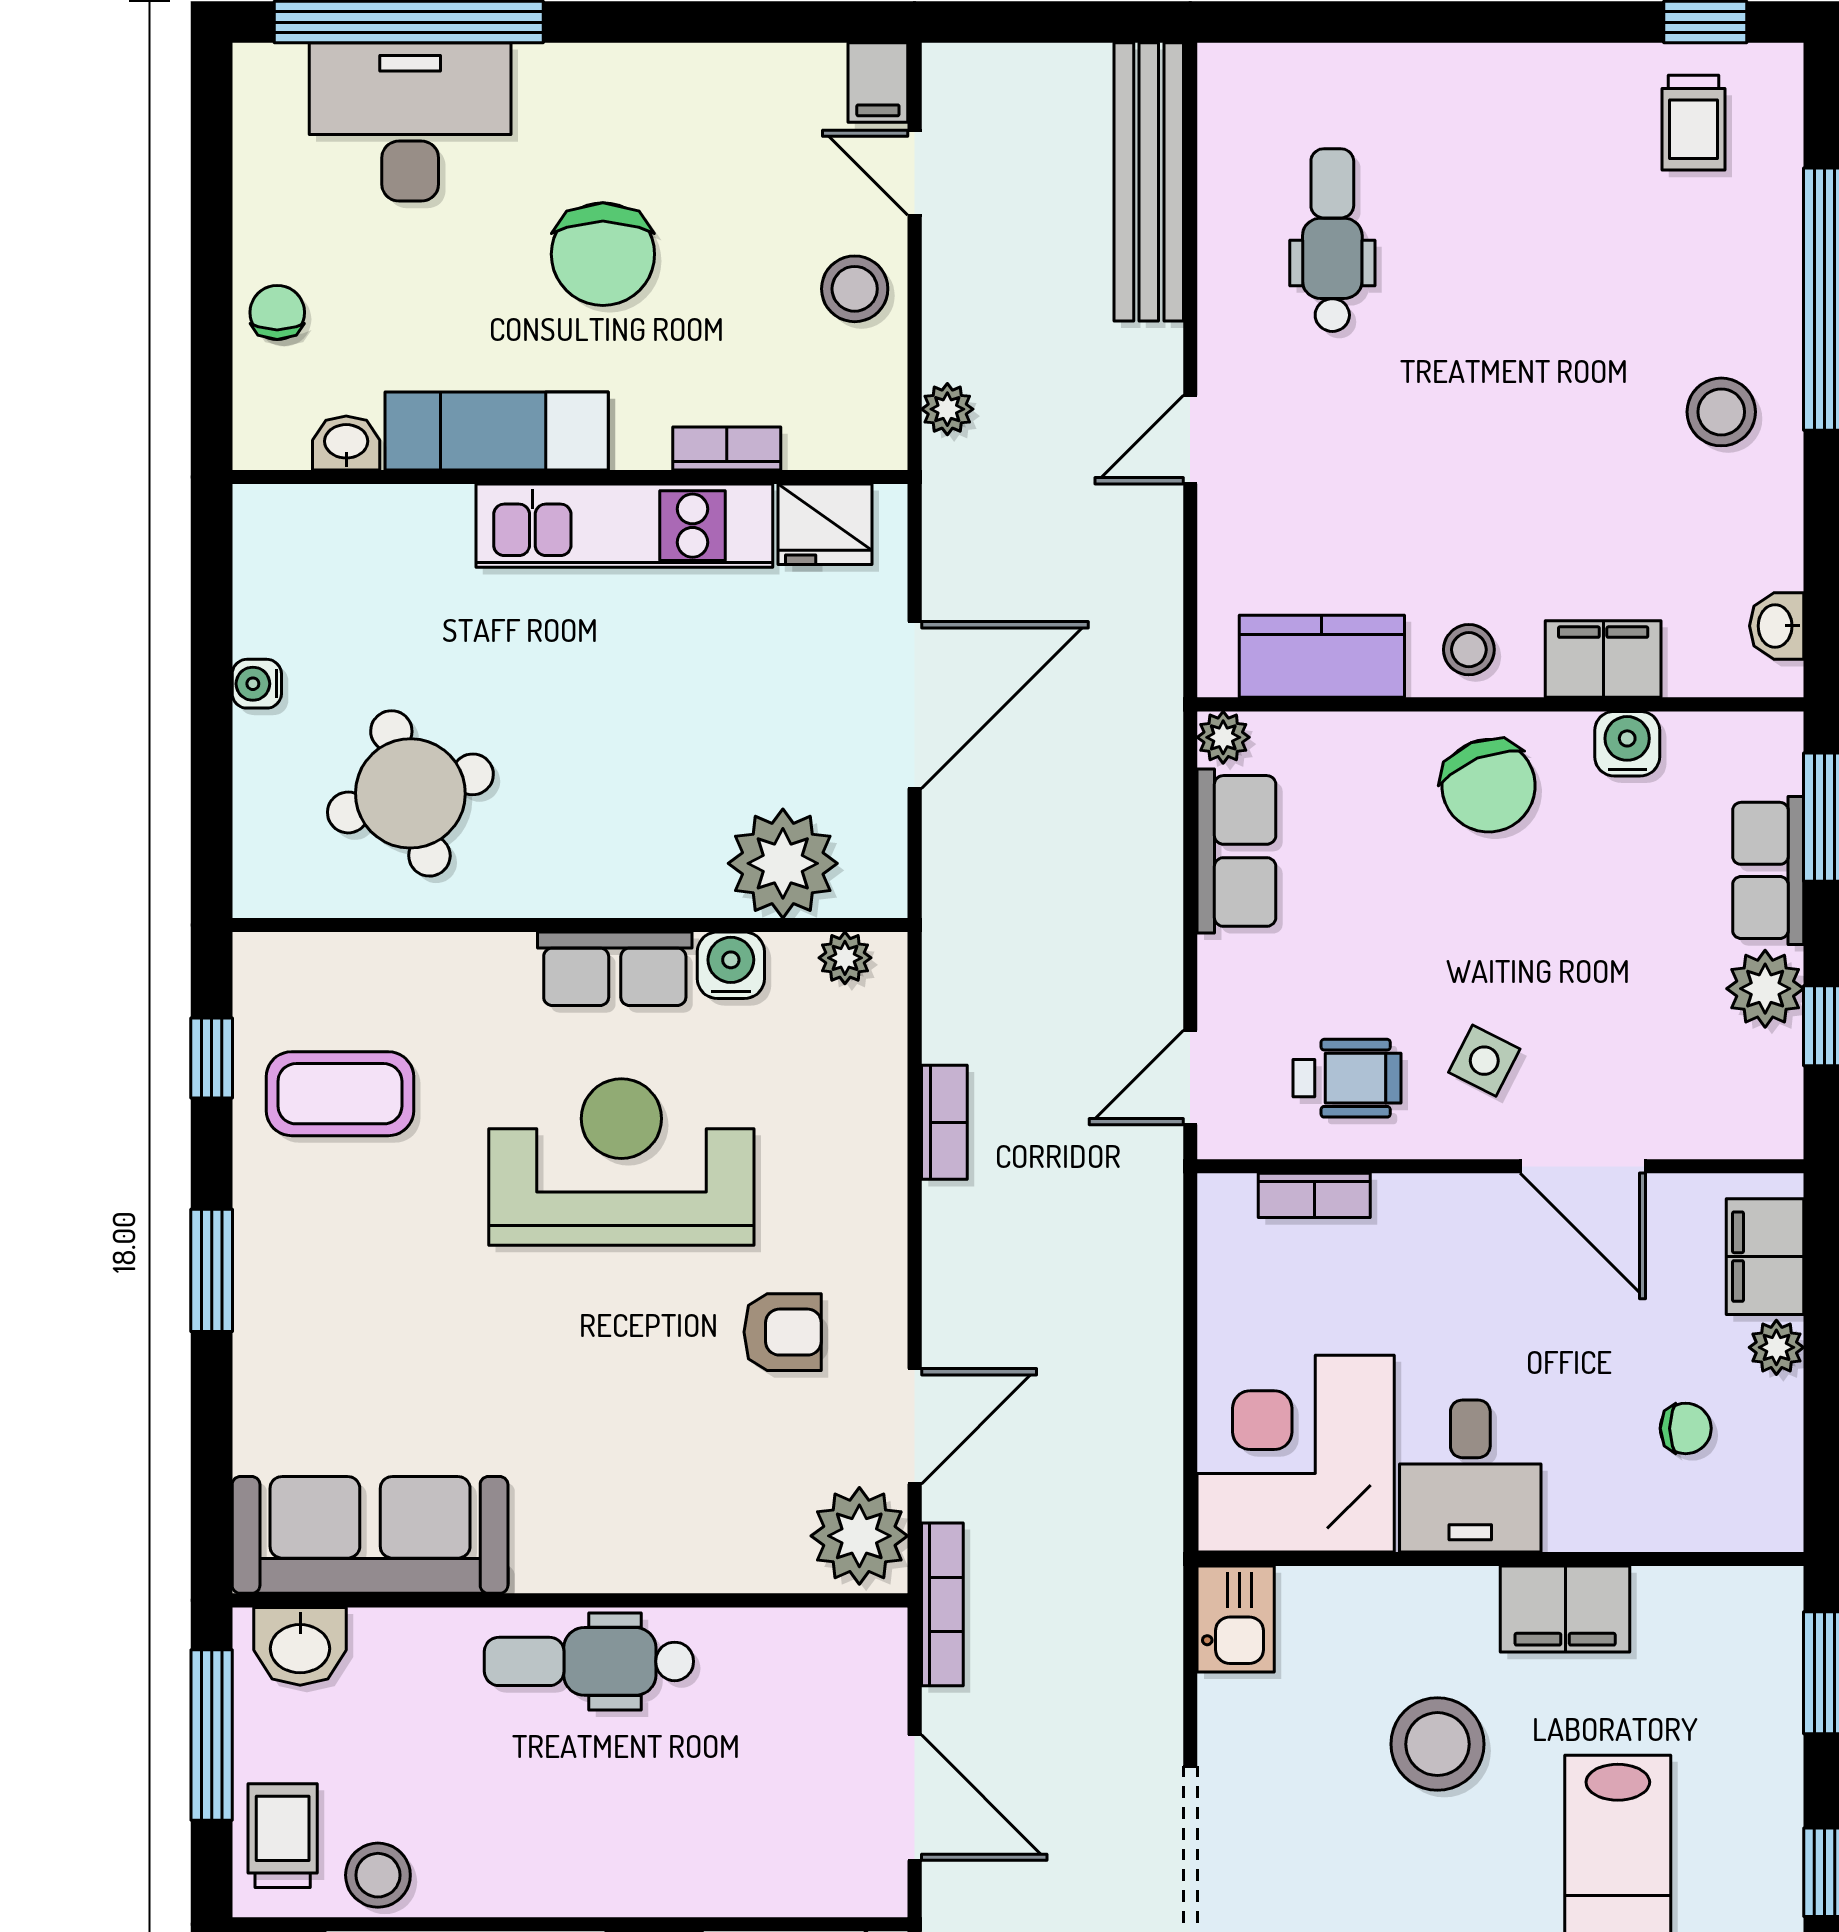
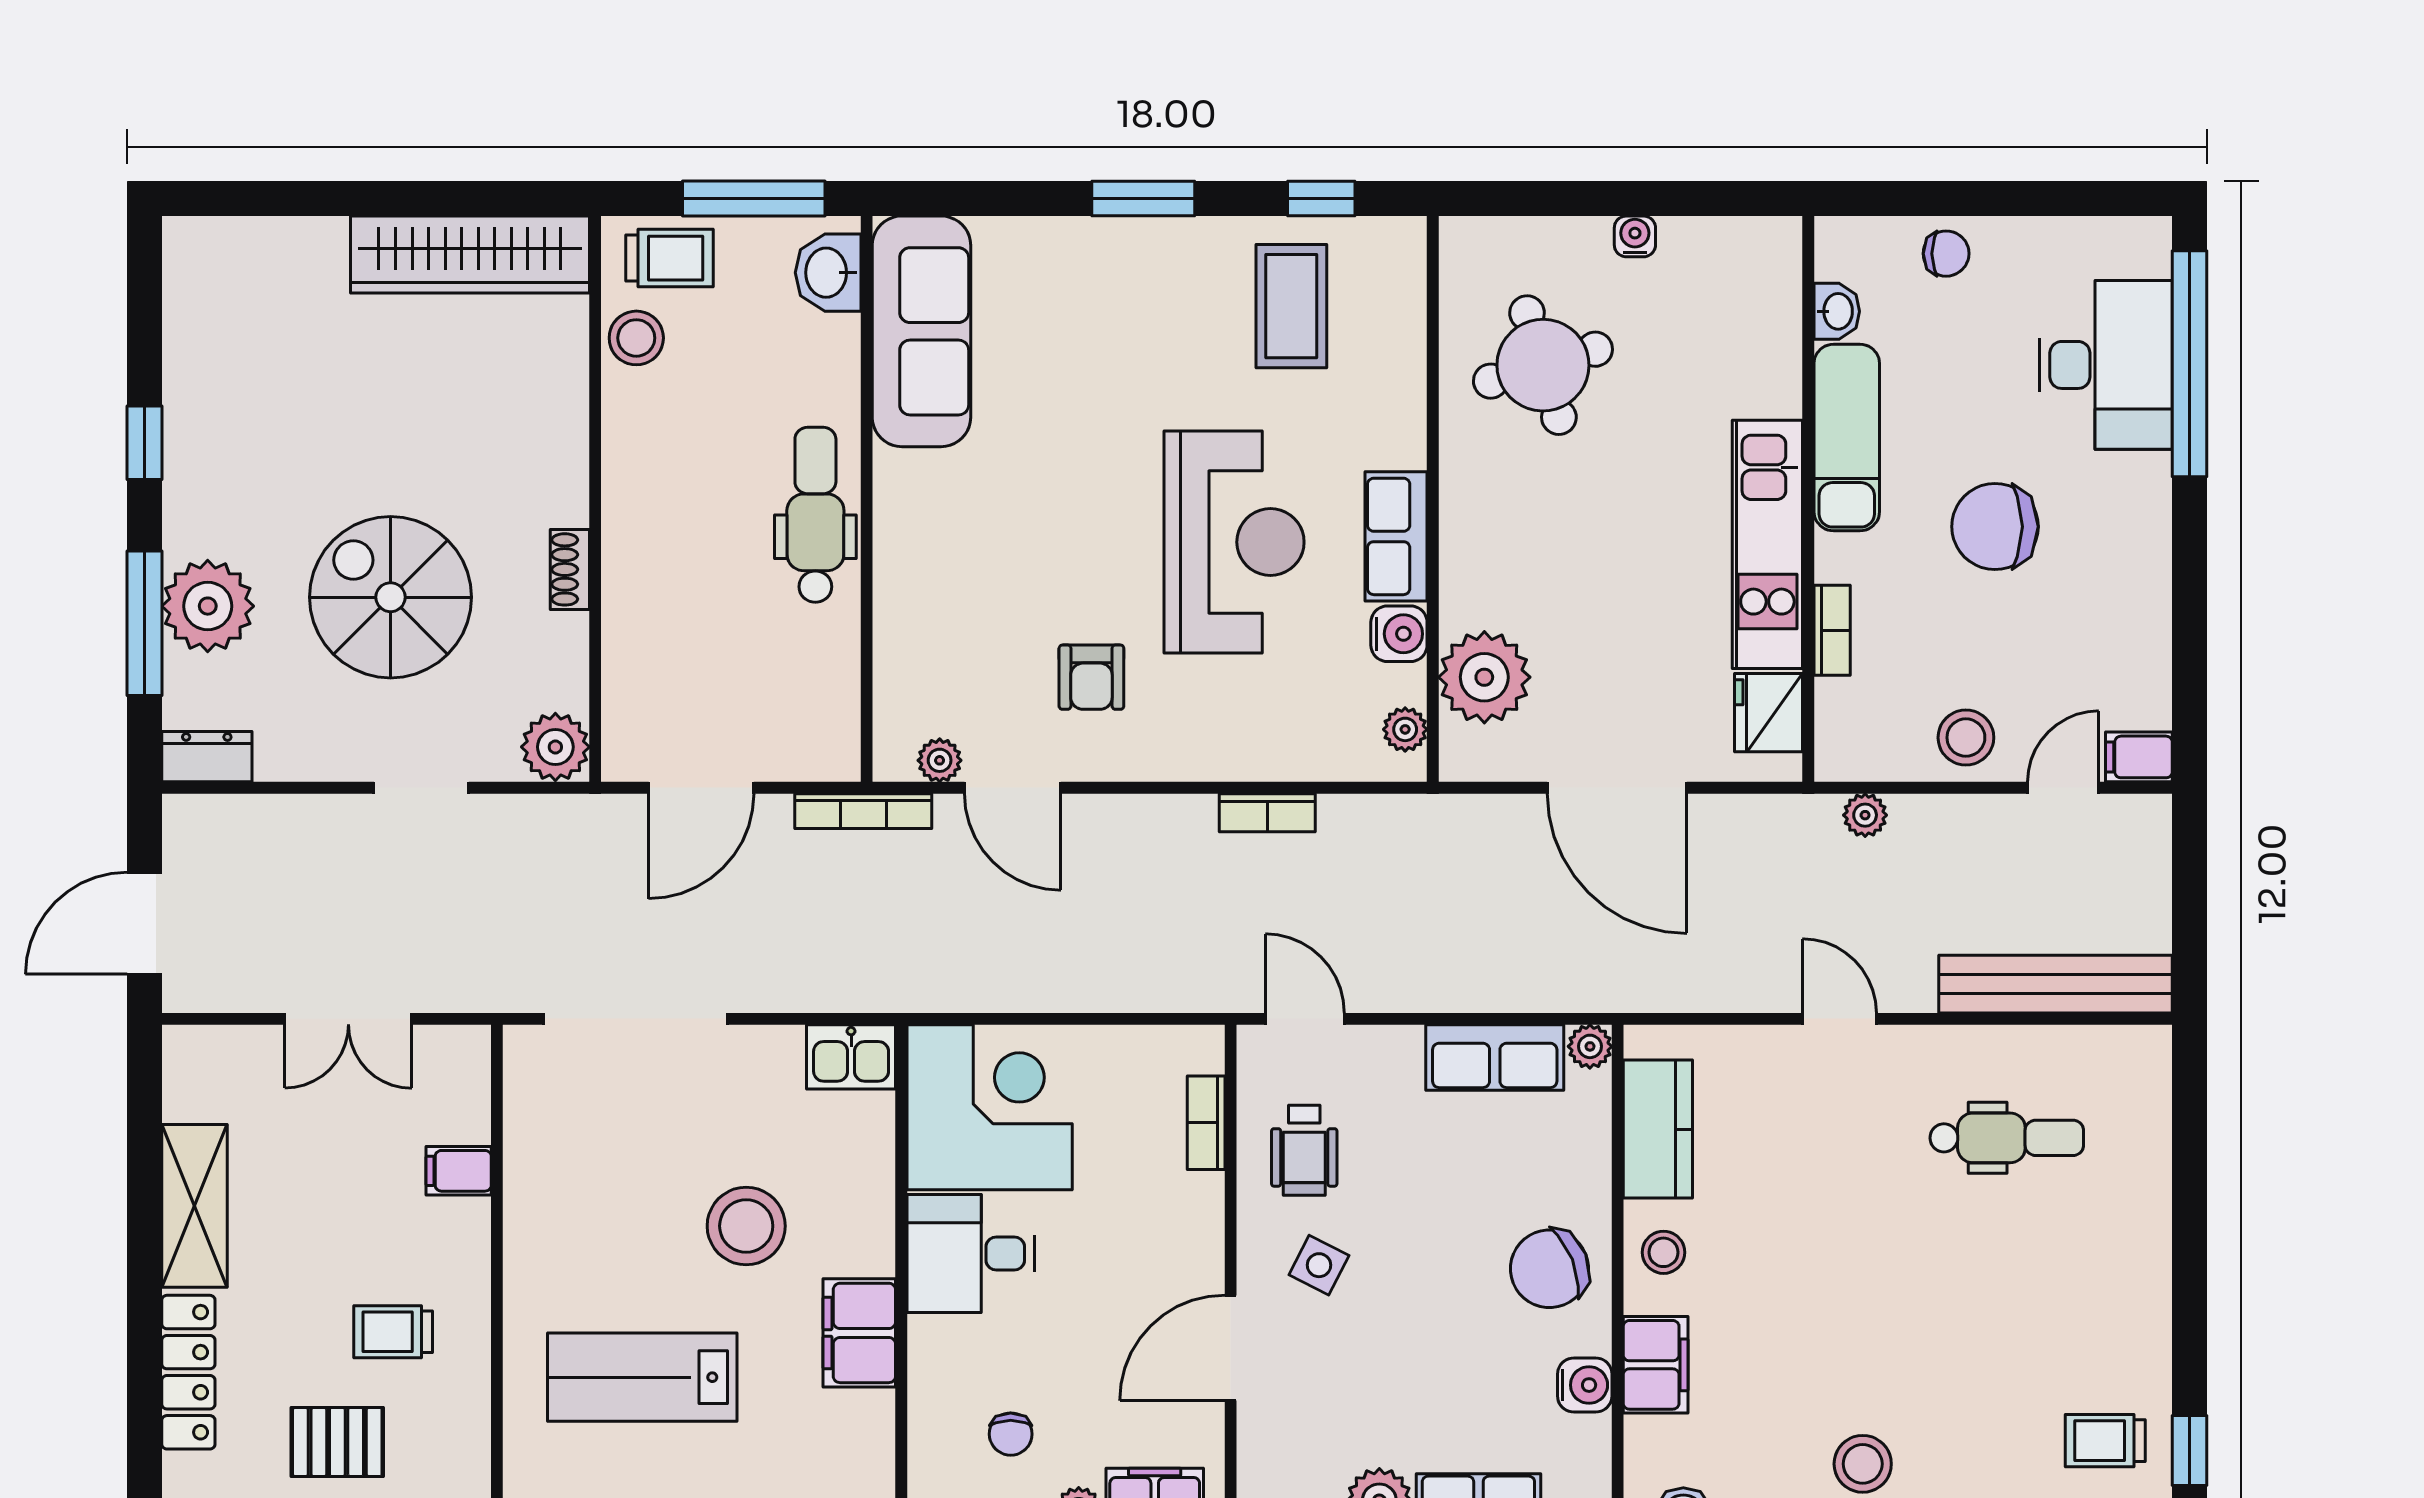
plant: (859, 1536) -> (940, 760), width x0.53, depth x0.53

